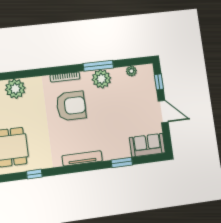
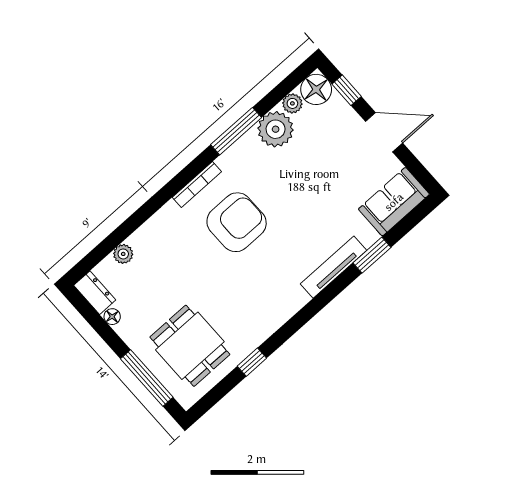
floor lamp: (146, 72) -> (316, 89), added
plant: (101, 79) -> (276, 129), moved
plant: (15, 89) -> (123, 254), width x0.53, depth x0.53
tv unit: (82, 158) -> (333, 267), moved

